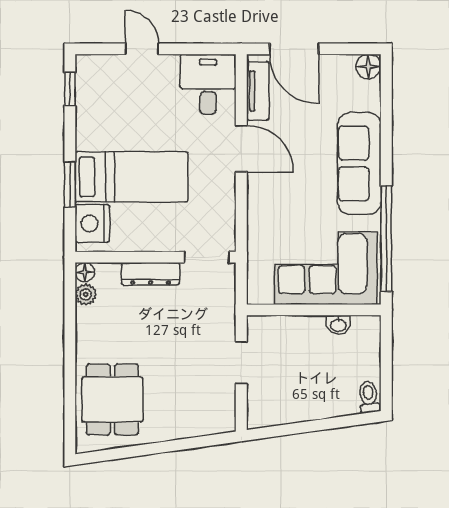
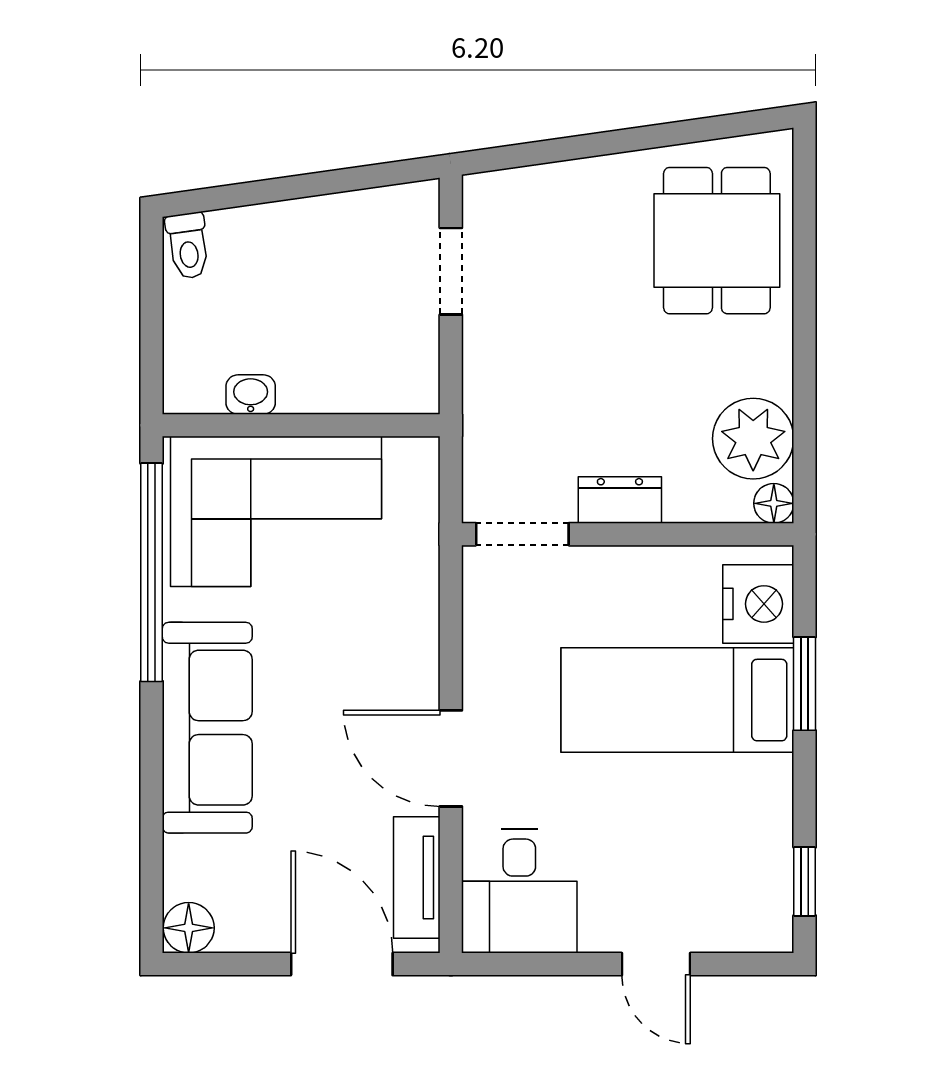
dresser: (151, 274) -> (620, 500), width x0.70
plant: (86, 294) -> (753, 439), width x1.88, depth x1.88
doorway: (241, 363) -> (451, 271), moved

